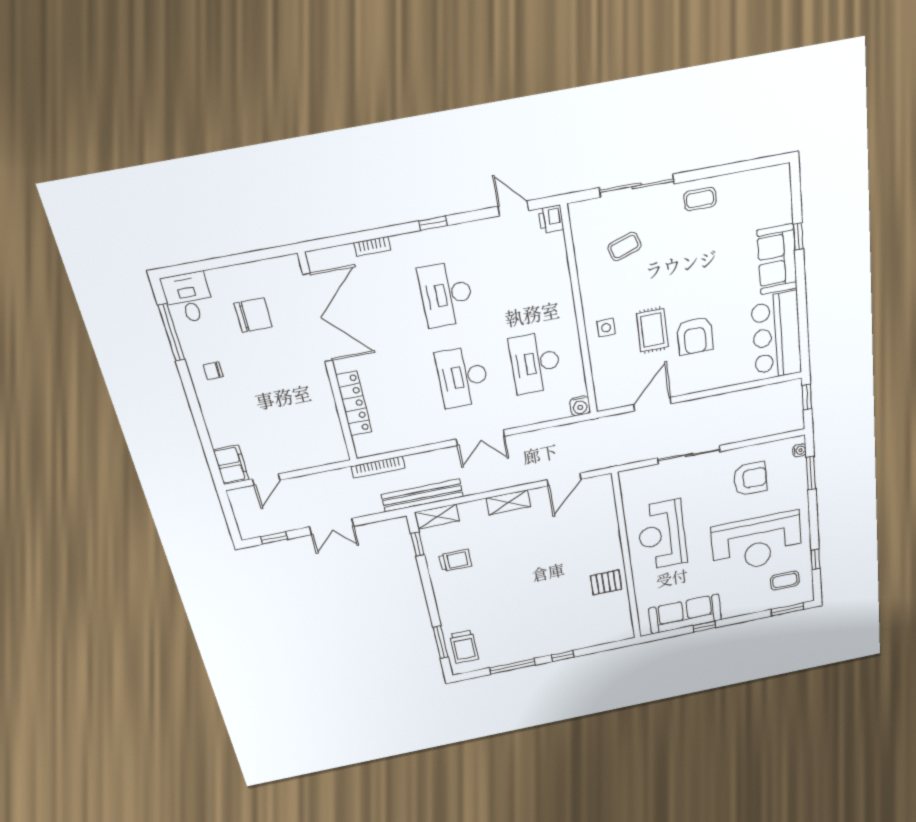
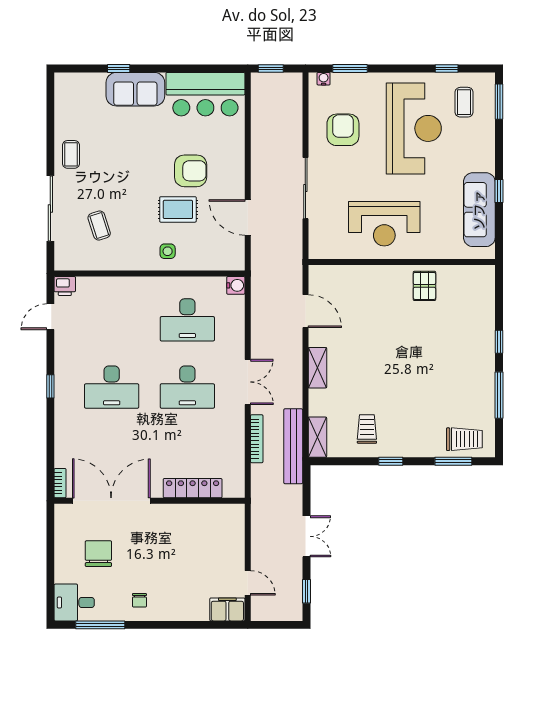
bookcase: (372, 246) -> (60, 483), moved
bookcase: (378, 467) -> (257, 439), moved
window: (418, 544) -> (391, 461), moved

